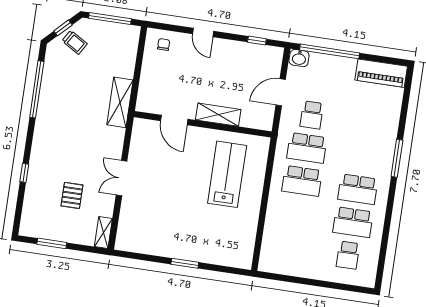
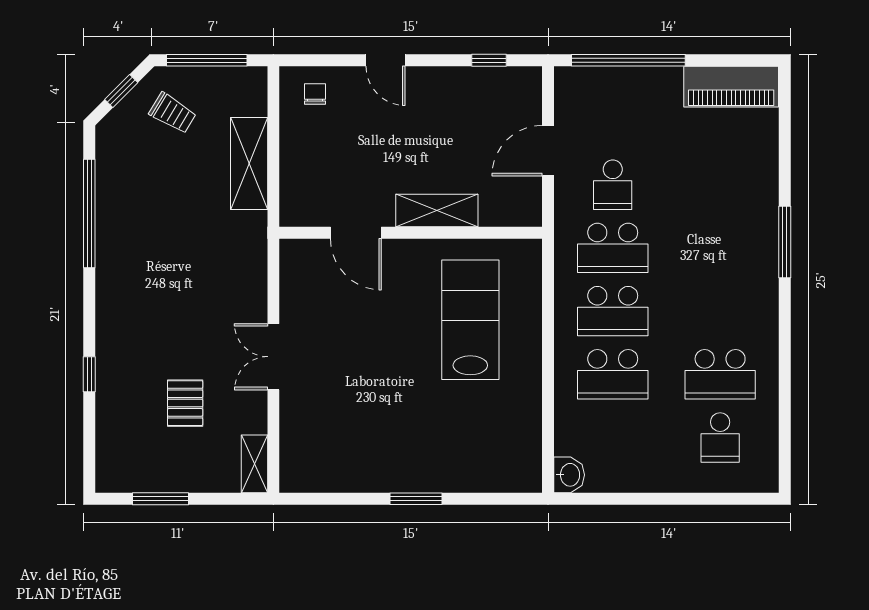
trolley: (75, 42) -> (173, 113), moved
washbasin: (299, 58) -> (569, 475), moved, turned -90
shelving: (120, 102) -> (249, 164), moved
school desk: (358, 189) -> (613, 374), moved

